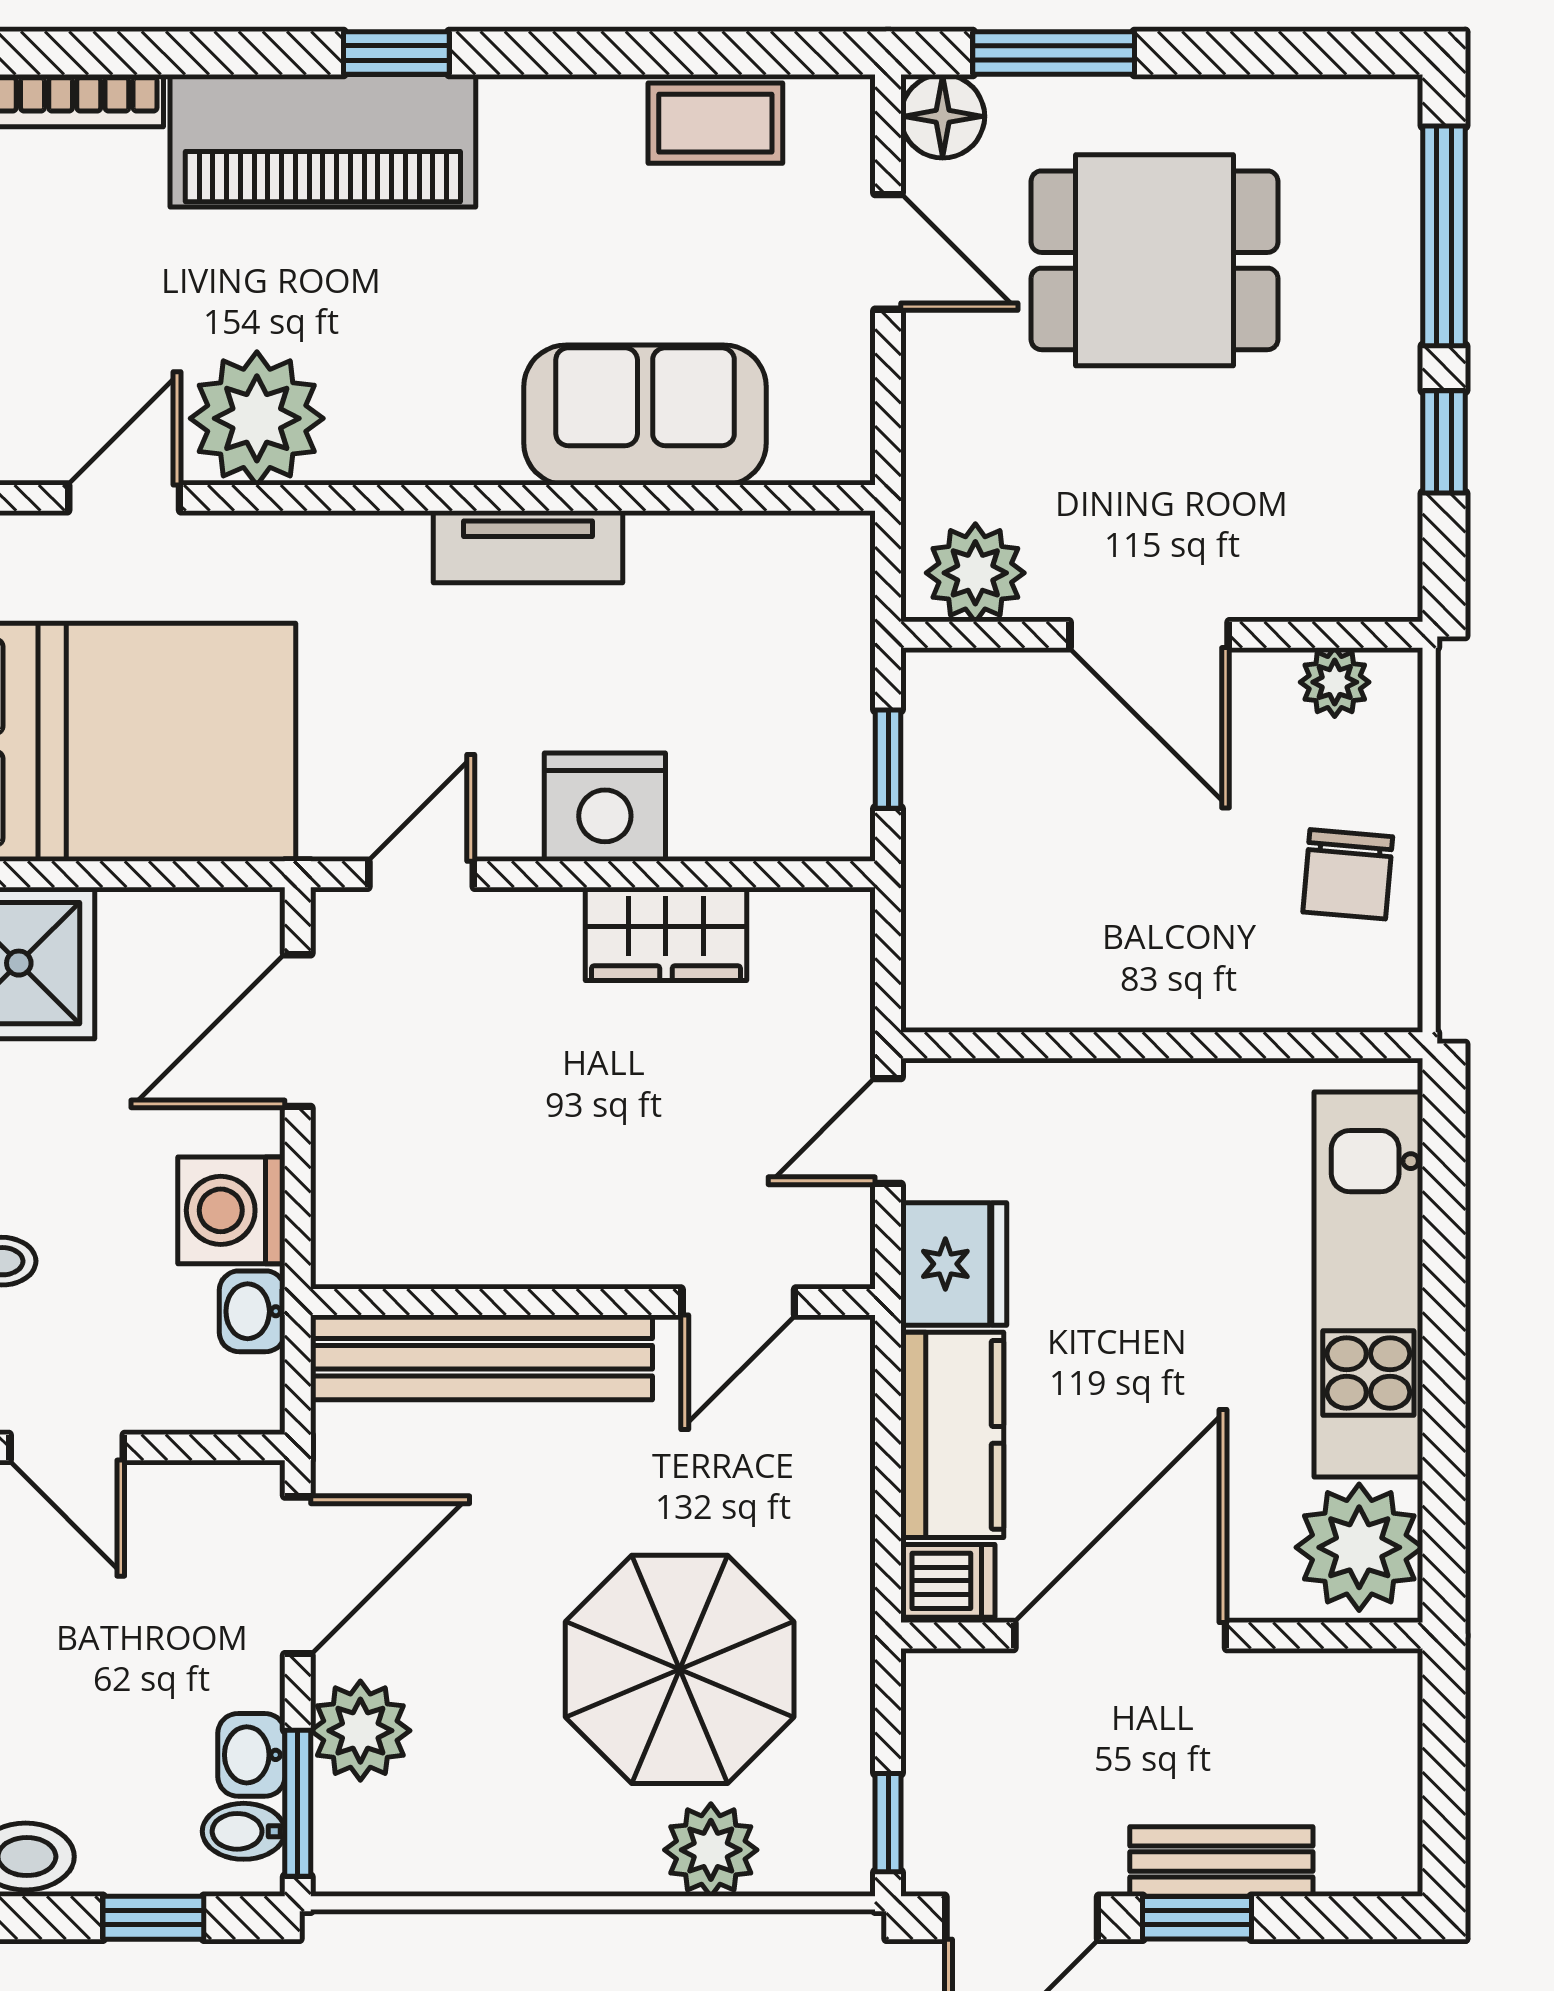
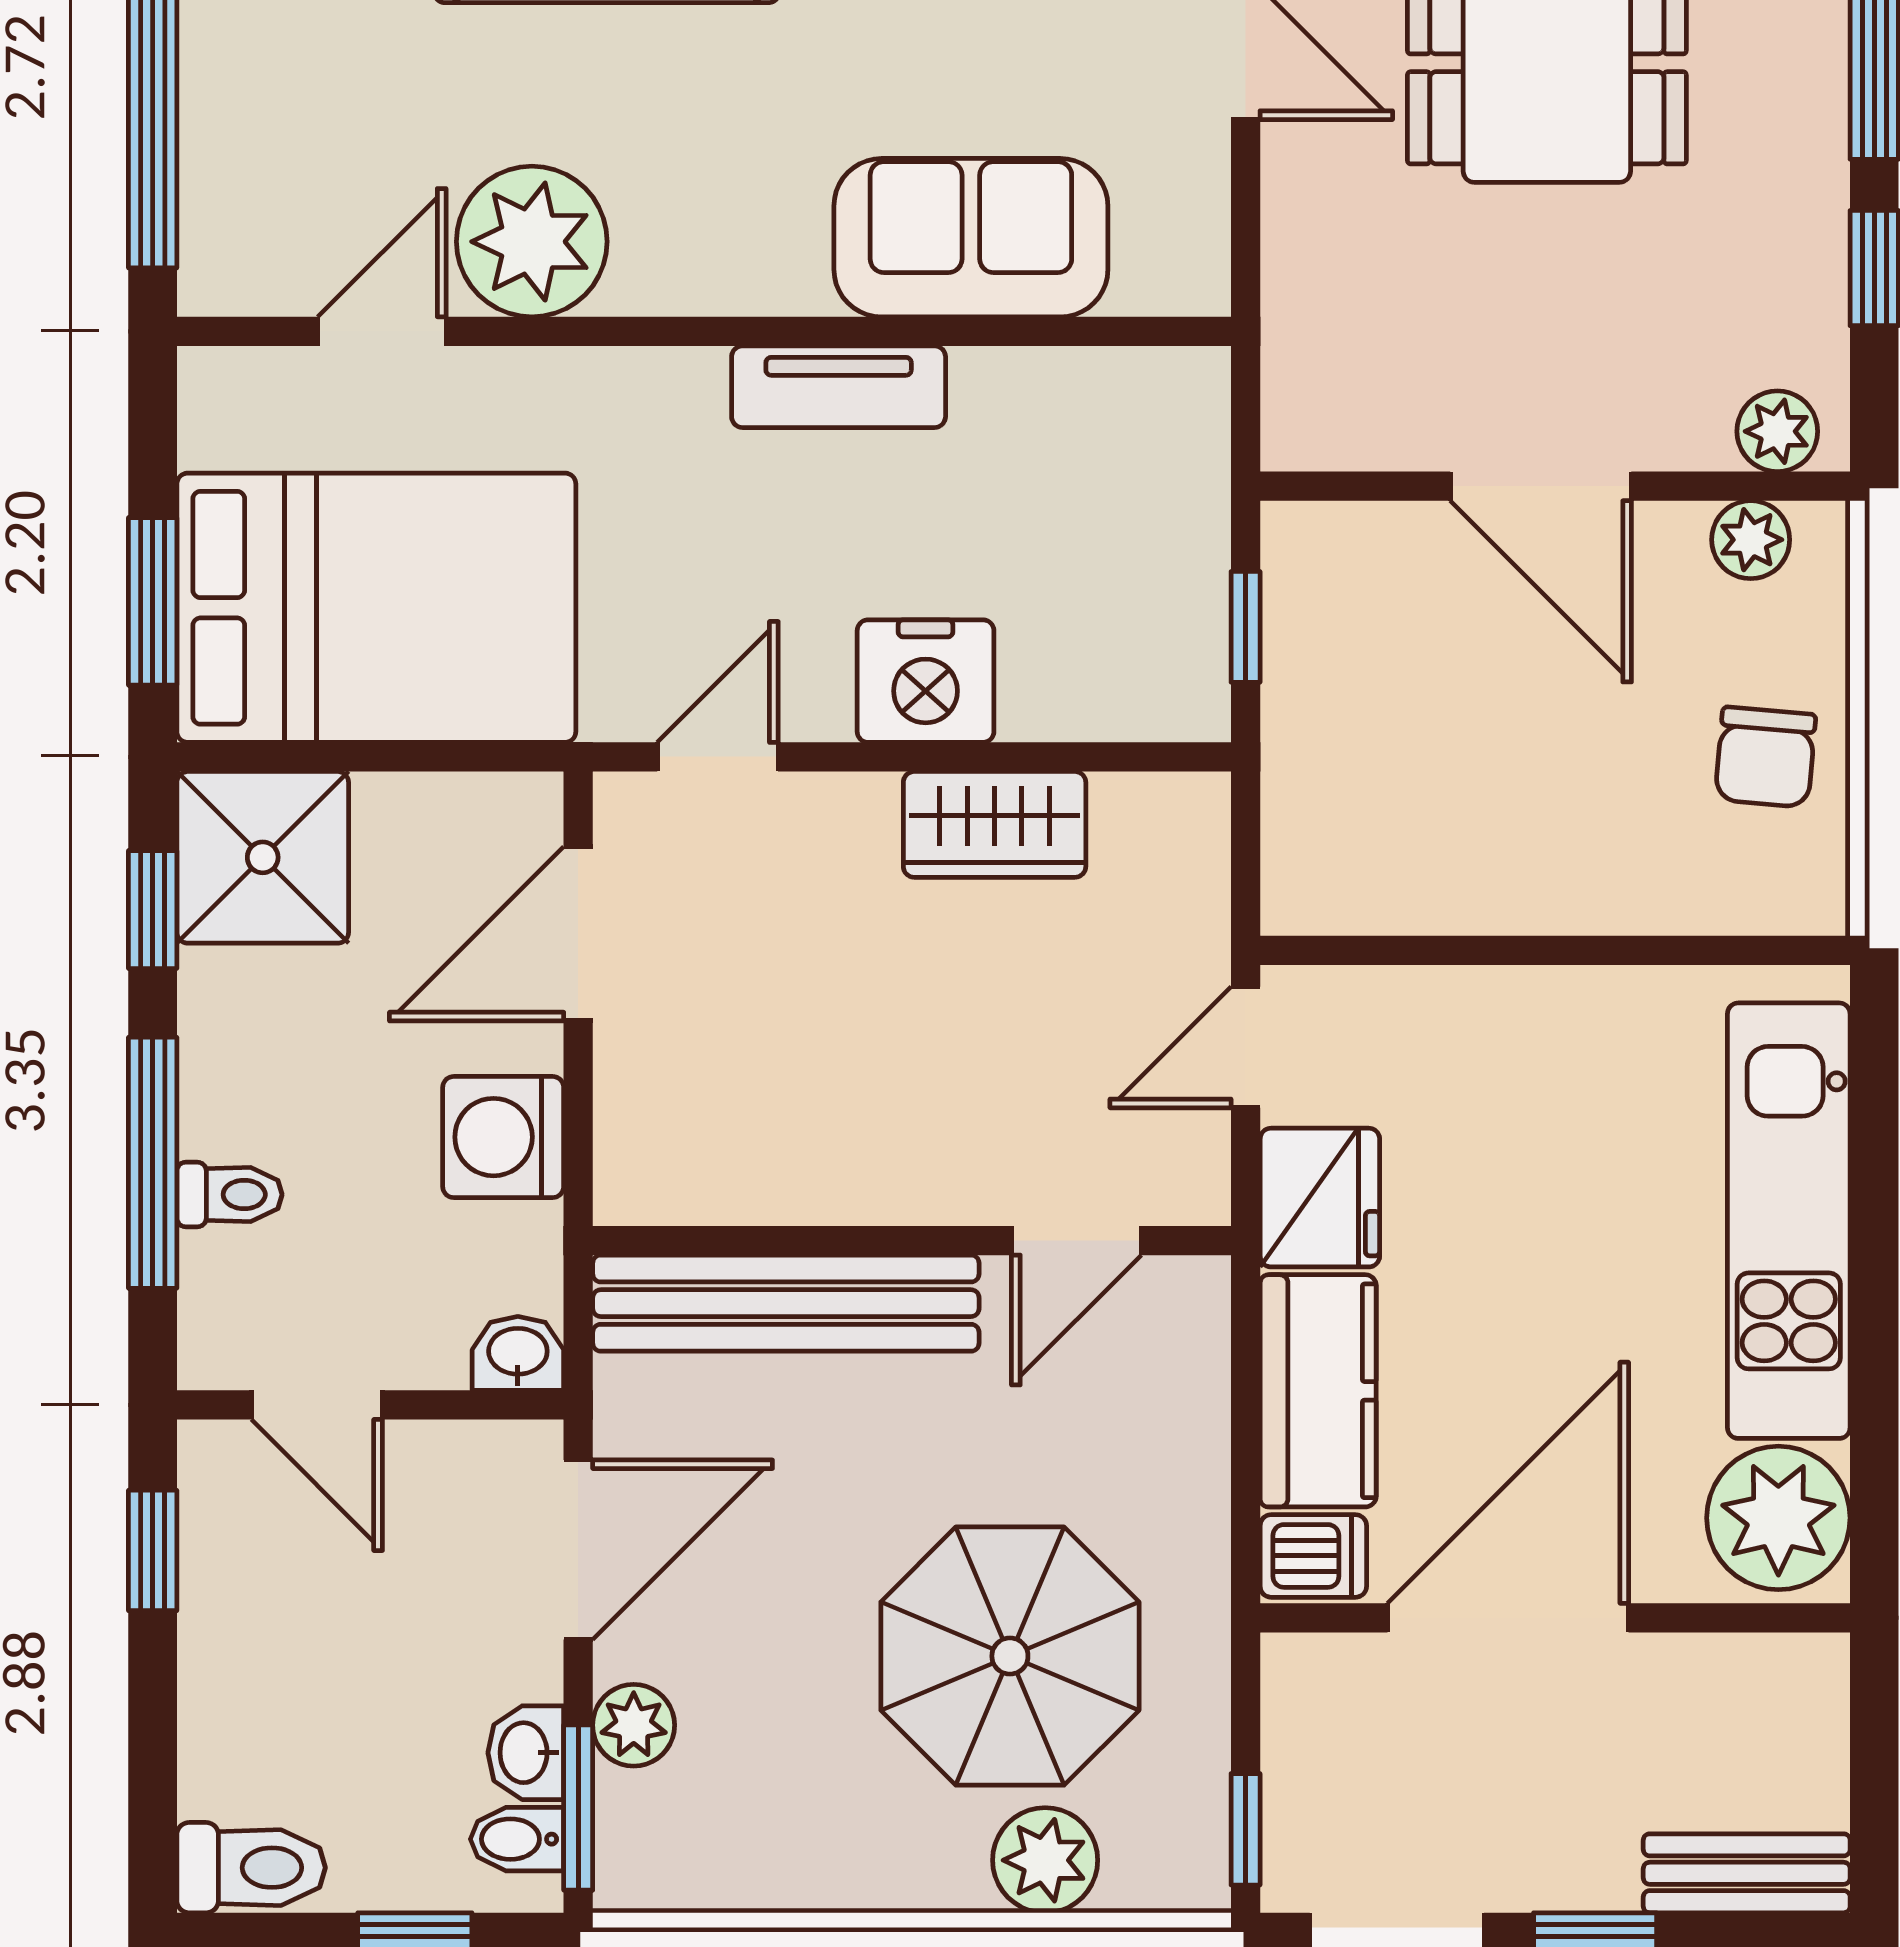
plant: (975, 573) -> (1777, 431), moved, width x0.73, depth x0.73
washbasin: (252, 1311) -> (518, 1353), moved, turned 90
plant: (360, 1731) -> (634, 1725), width x0.73, depth x0.73
bench: (1221, 1862) -> (1747, 1873), moved

